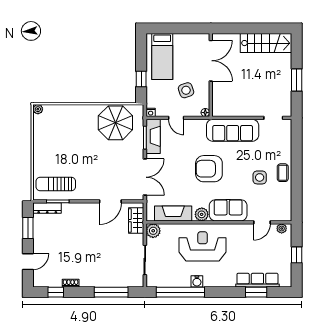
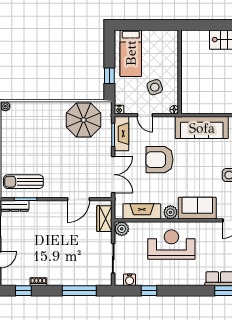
double door: (211, 61) -> (180, 57), removed
armchair: (209, 169) -> (159, 160), moved
water cooler: (197, 281) -> (130, 280), moved
window: (180, 292) -> (149, 291), width x0.32

